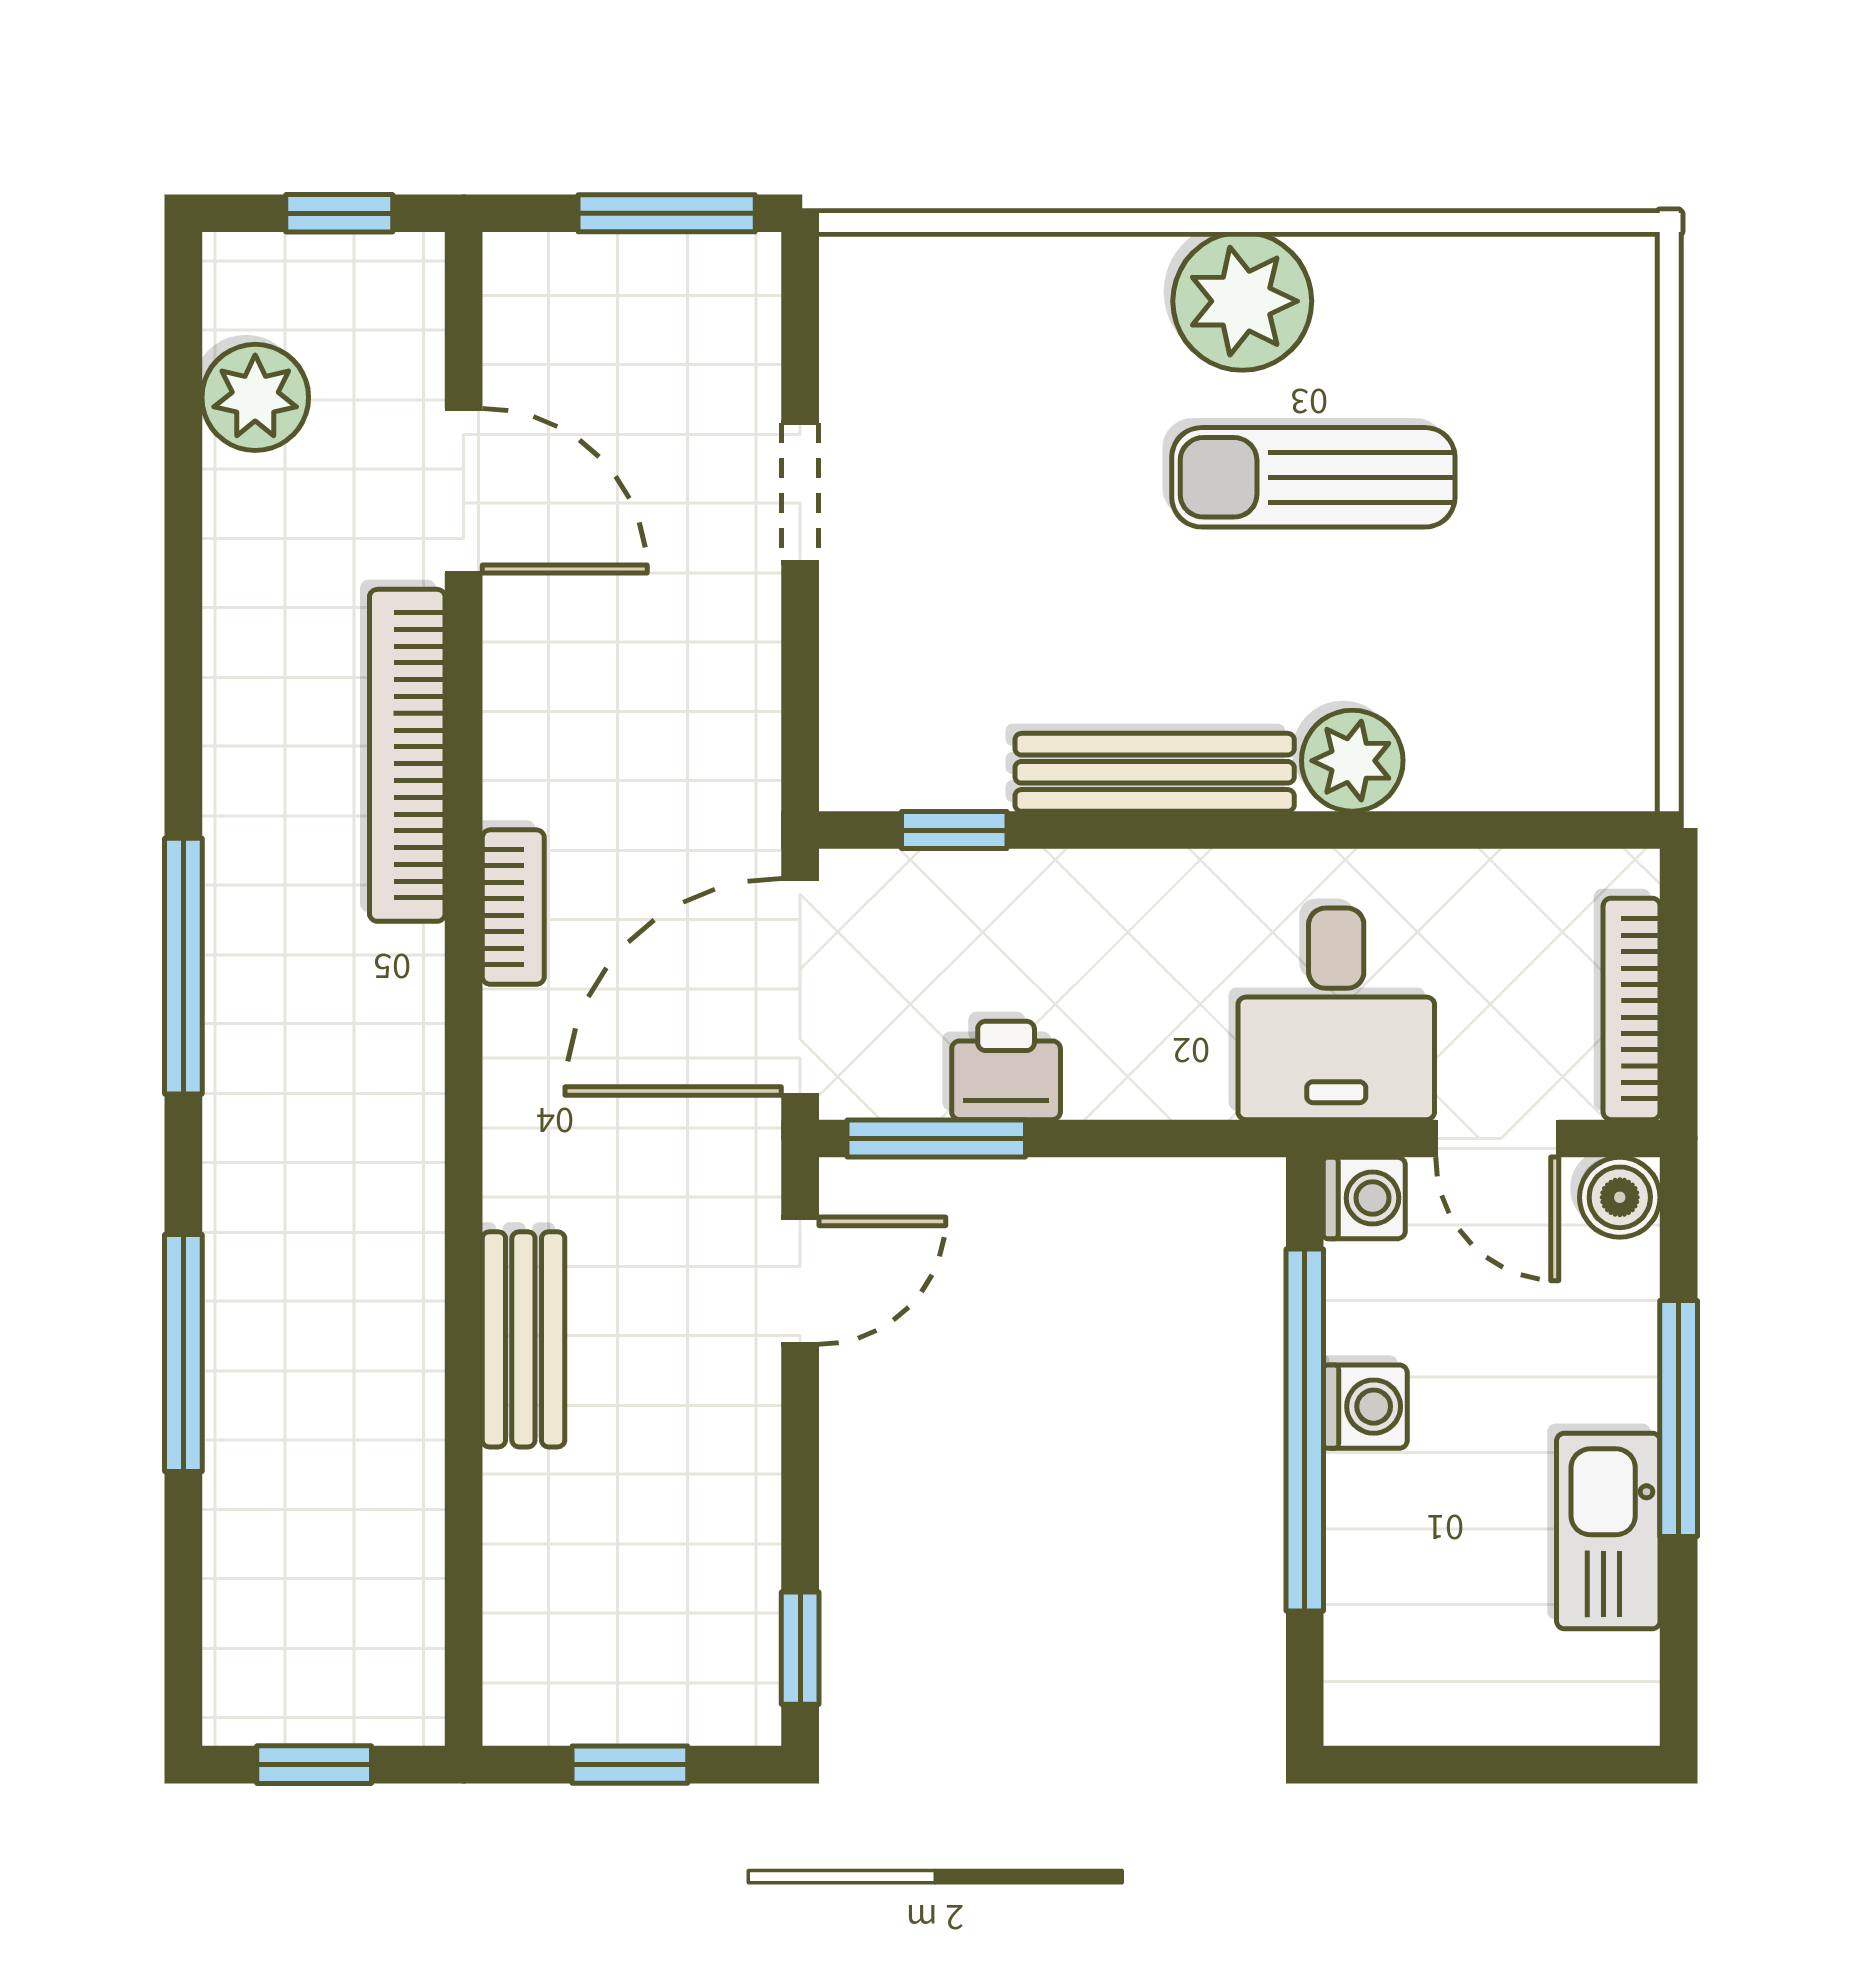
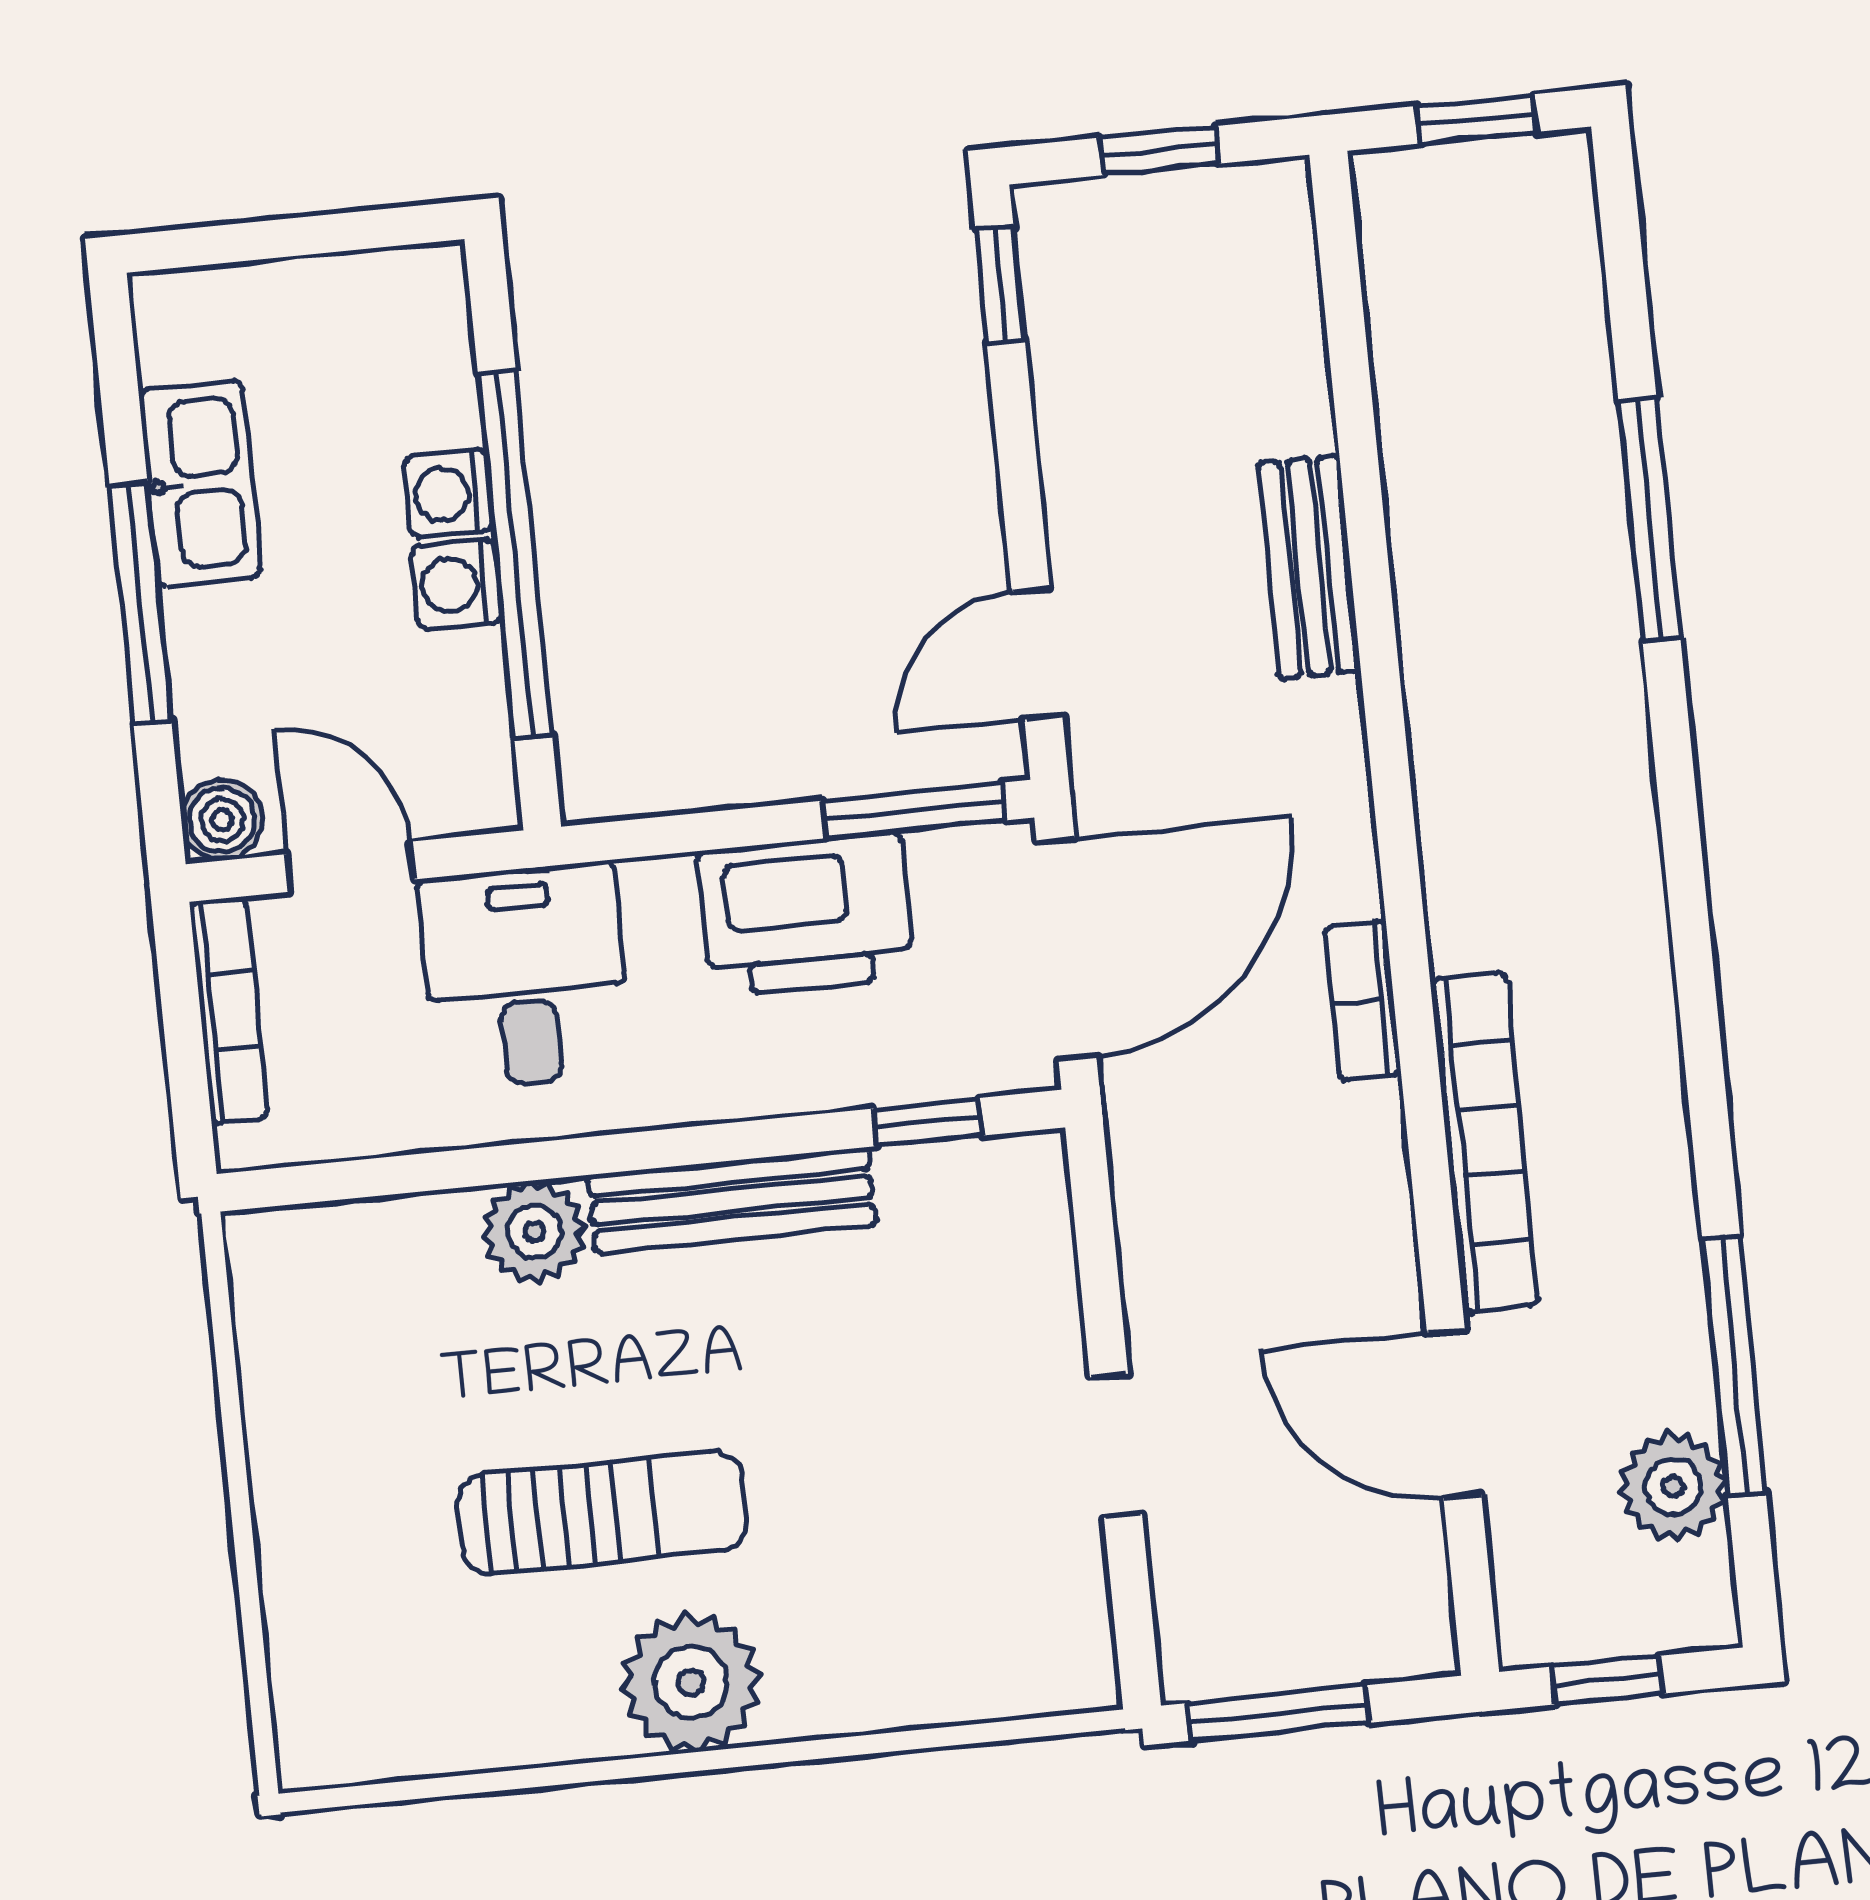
window: (183, 966) -> (1734, 1366), moved
printer: (1006, 1070) -> (806, 914), width x1.87, depth x1.48
washing machine: (1364, 1198) -> (448, 493), moved

